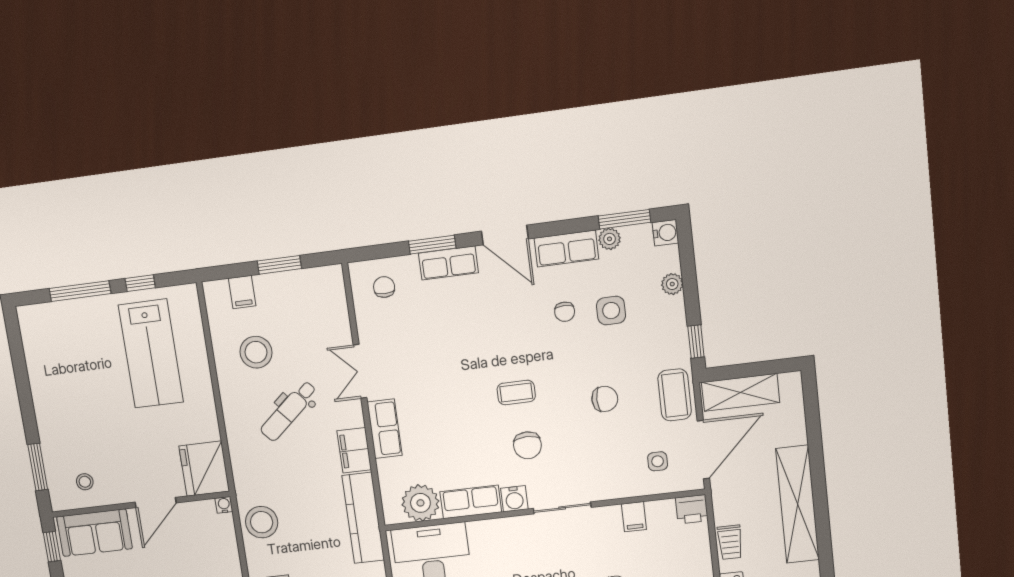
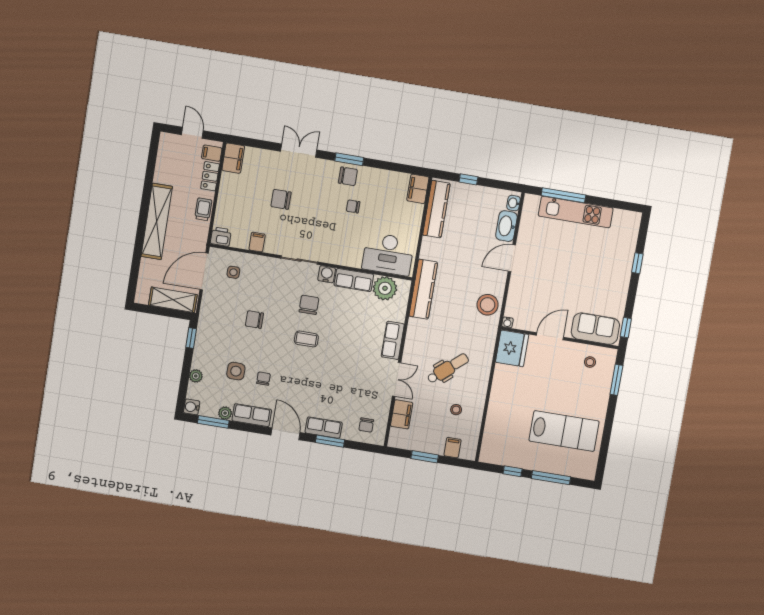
stool: (256, 352) -> (456, 410), width x0.53, depth x0.53
lab bench: (151, 354) -> (564, 431), moved, turned 90
coffee table: (675, 395) -> (212, 310), removed
filing cabinet: (354, 450) -> (402, 414), moved

